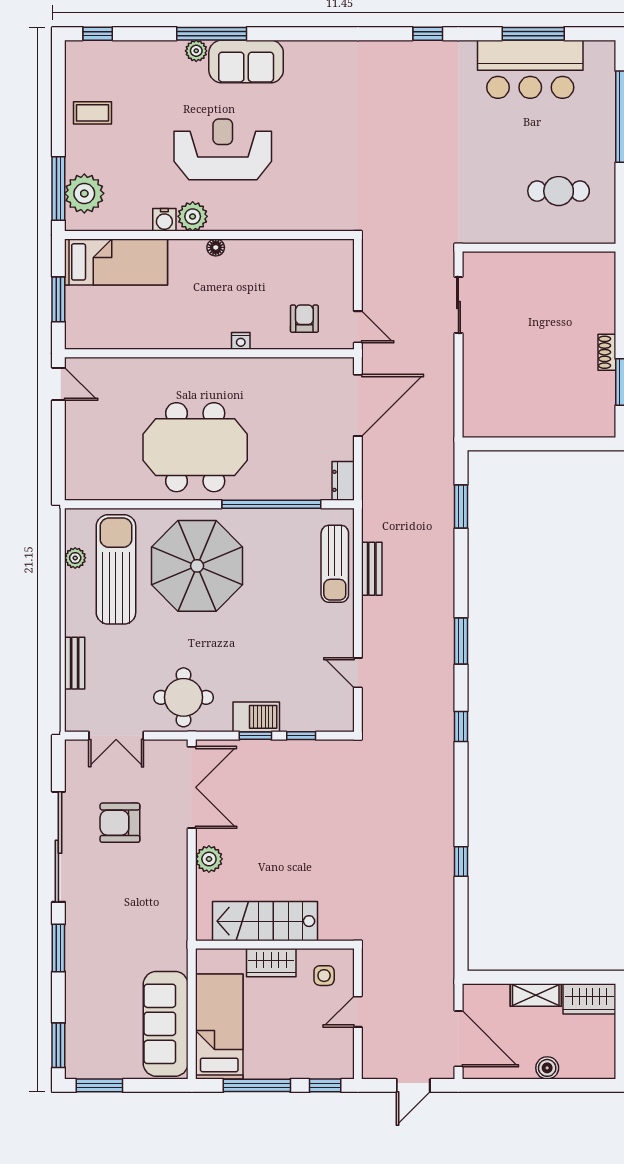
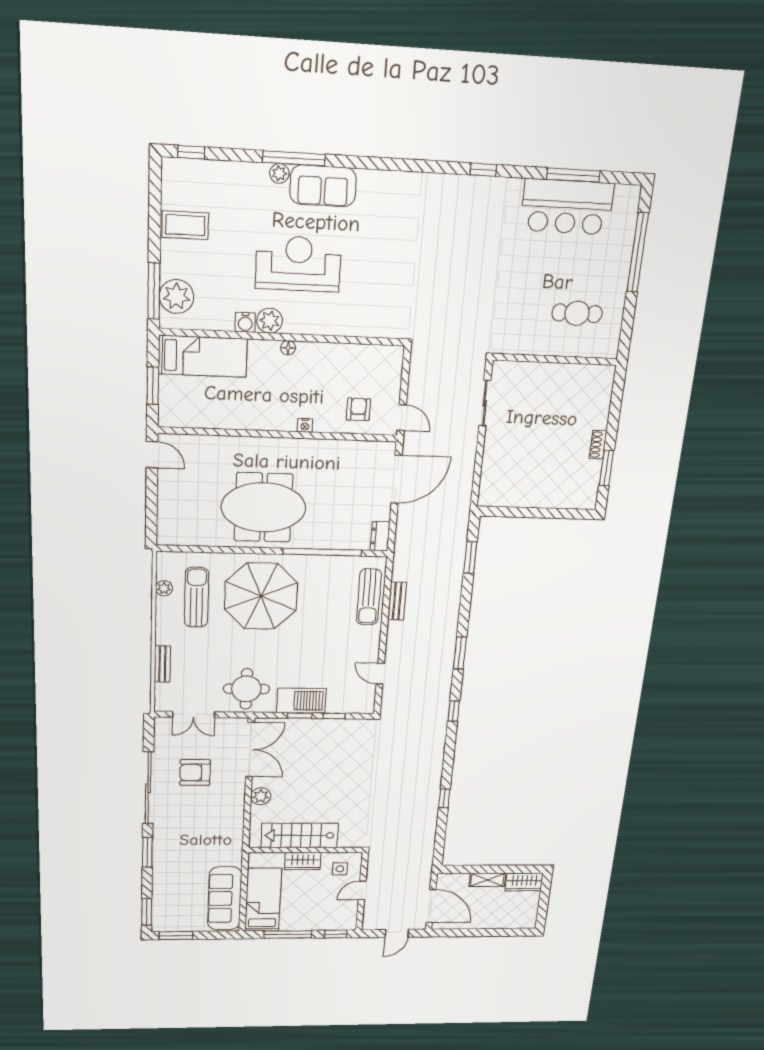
coffee table: (93, 113) -> (185, 225), width x1.36, depth x1.30
sun lounger: (116, 569) -> (196, 597), width x0.73, depth x0.75
barbecue: (256, 717) -> (301, 701), width x1.37, depth x1.21
boiler: (547, 1068) -> (490, 922), removed

